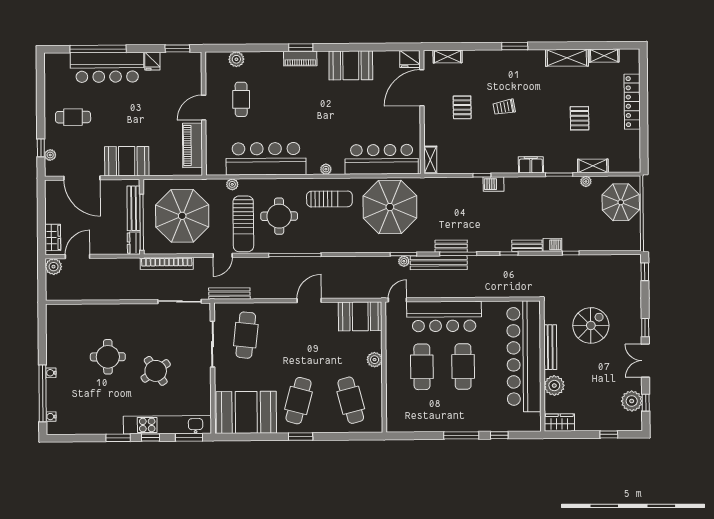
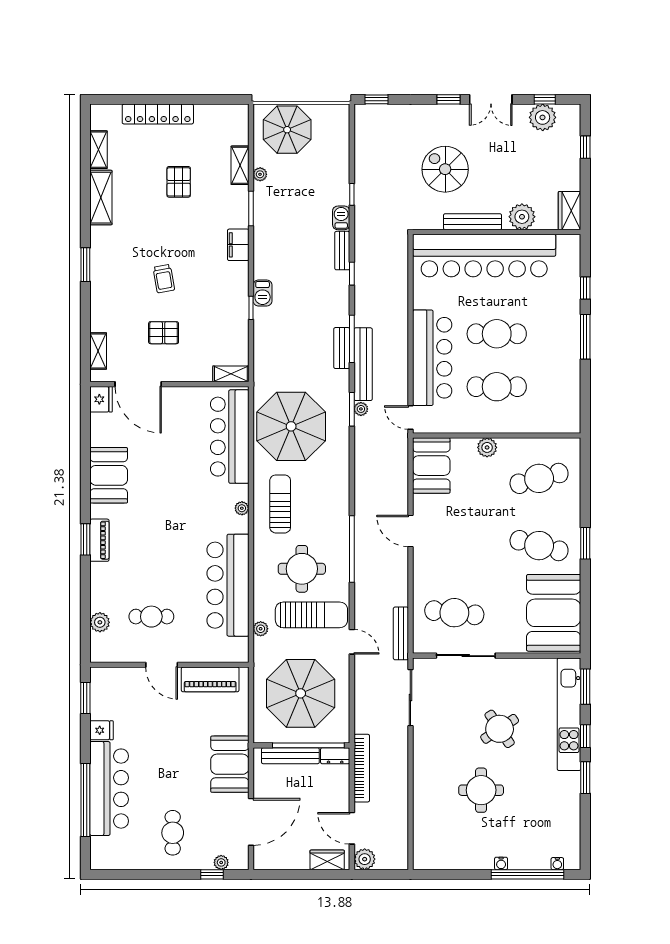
pallet: (580, 118) -> (179, 182), turned 90
bookcase: (167, 264) -> (362, 768), moved

